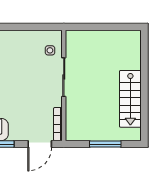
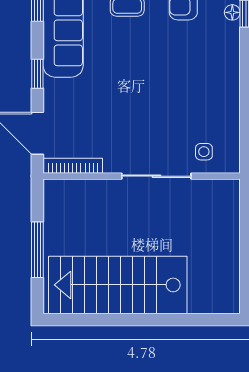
stairs: (130, 99) -> (118, 285), width x1.36, depth x1.51

